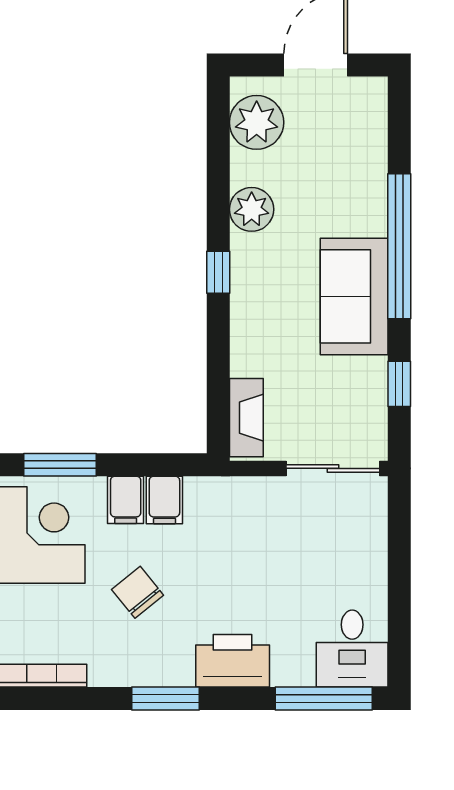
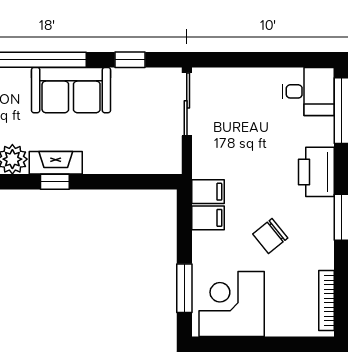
fireplace: (246, 418) -> (56, 163), moved
filing cabinet: (126, 500) -> (208, 192), moved

